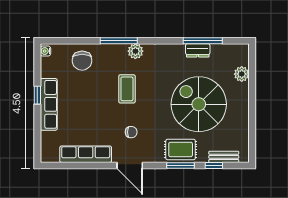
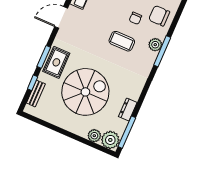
window: (203, 41) -> (127, 132), moved
plant: (135, 51) -> (155, 45), moved
plant: (239, 55) -> (110, 140), added
chair: (131, 132) -> (135, 18), moved

